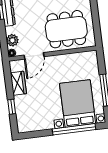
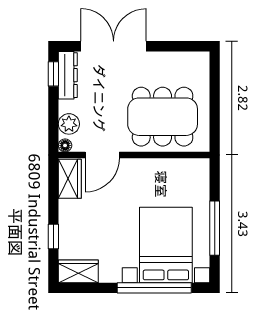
wardrobe: (18, 83) -> (70, 179), moved
wardrobe: (29, 125) -> (78, 271), added

